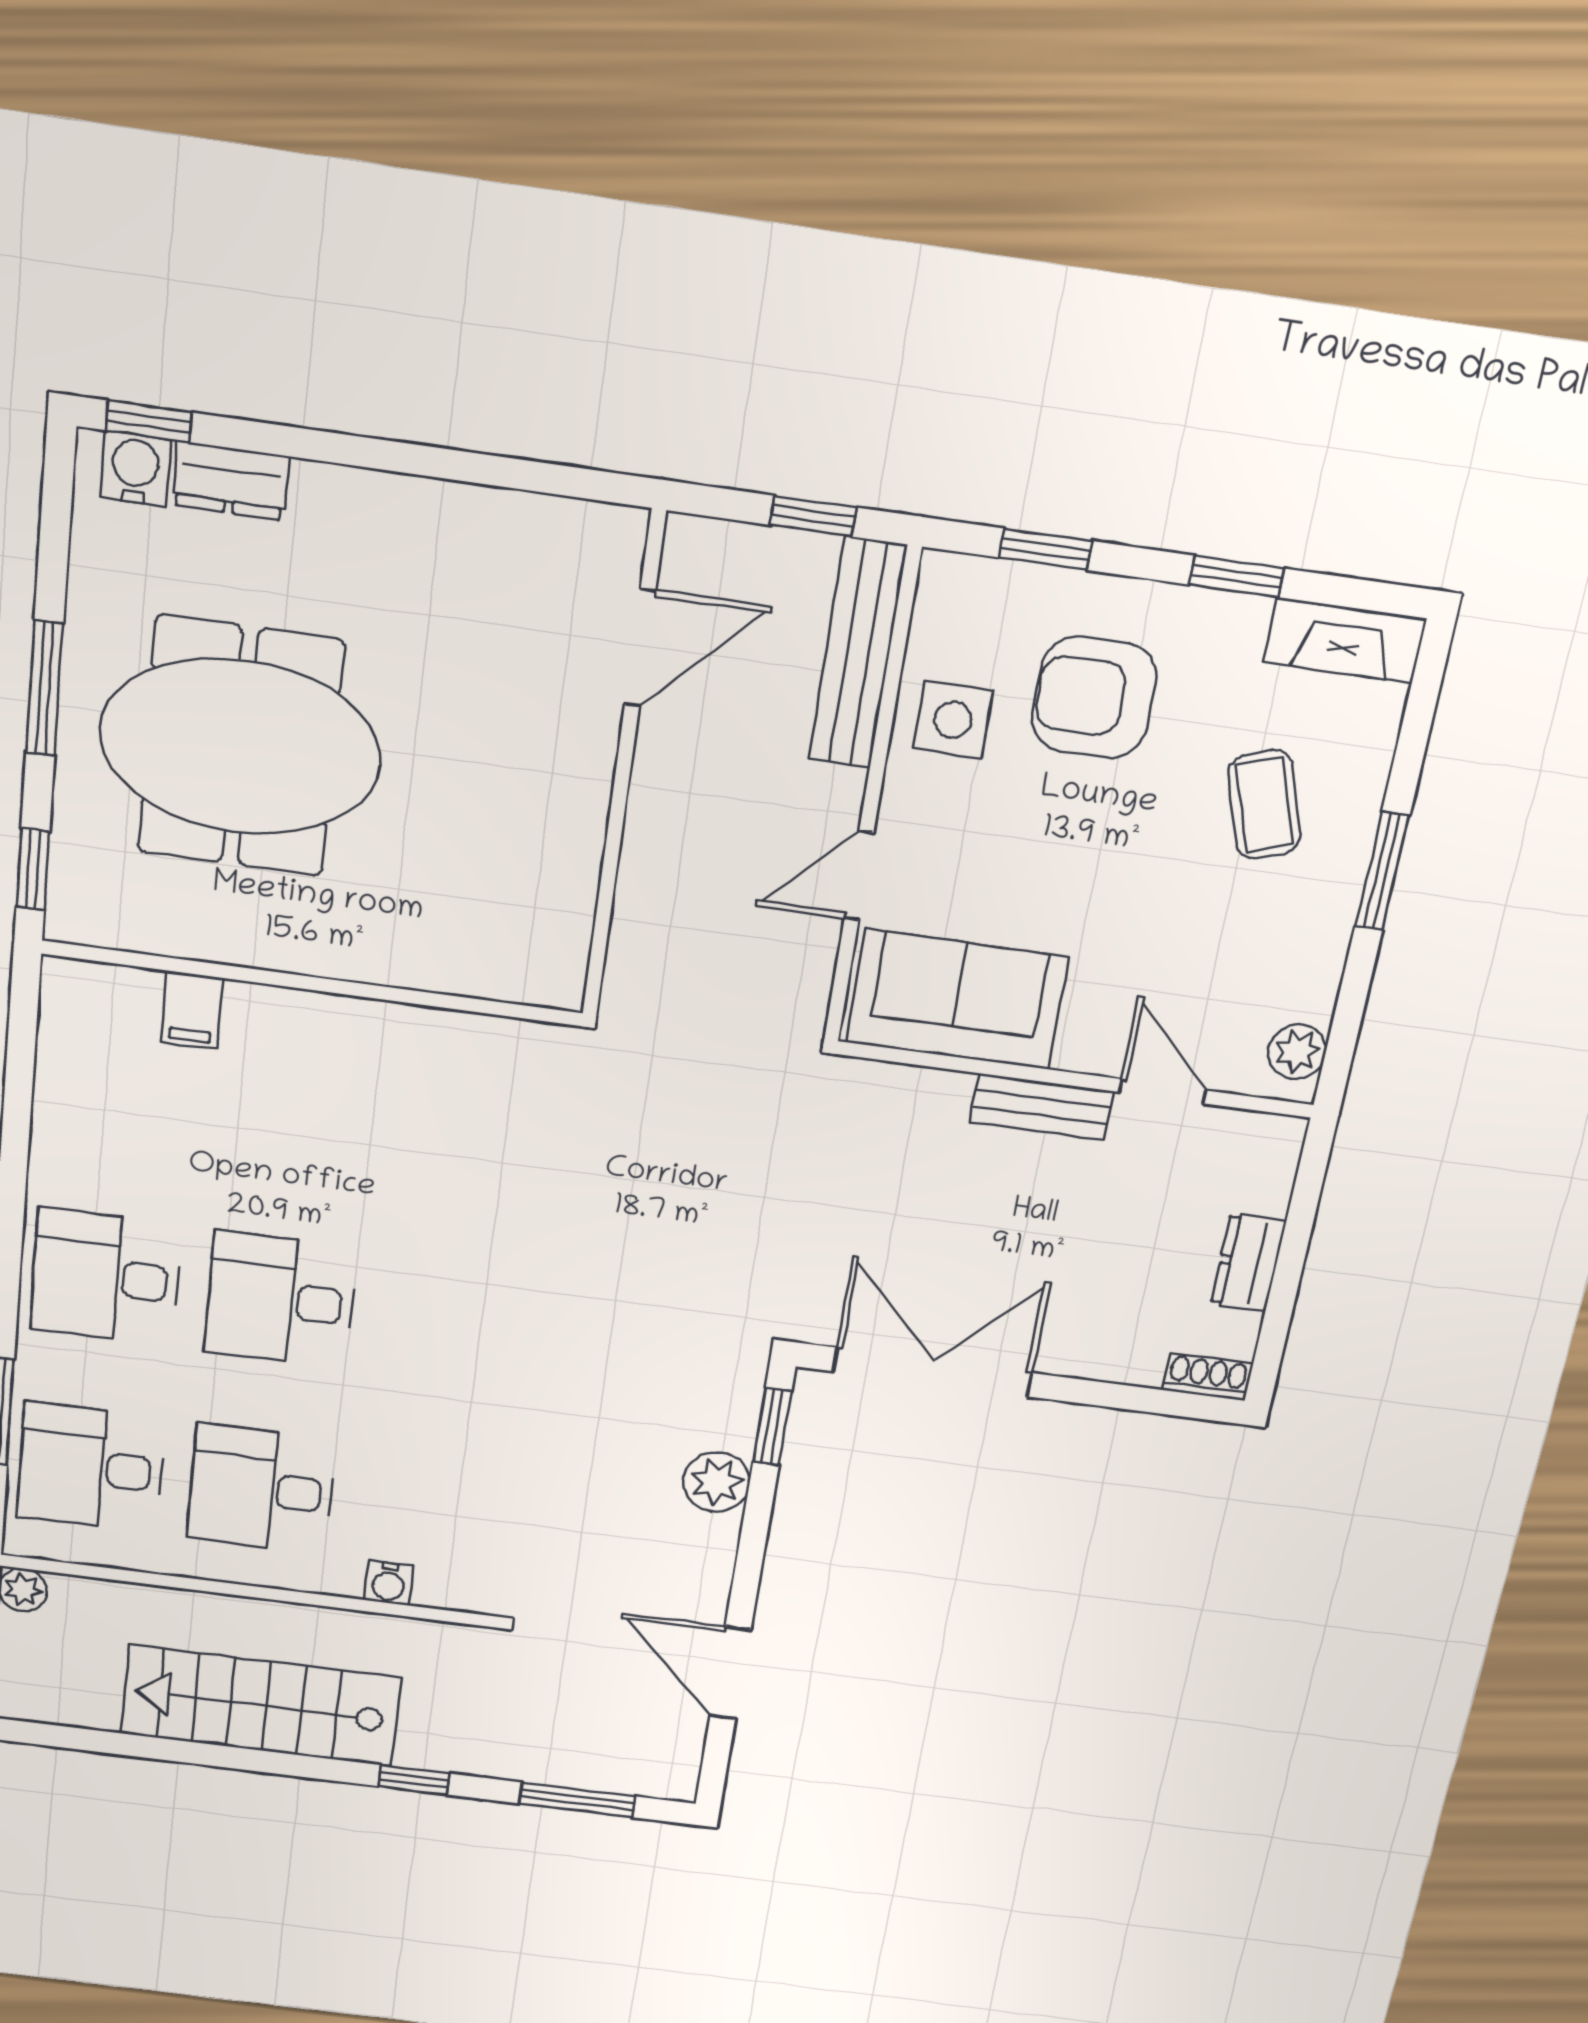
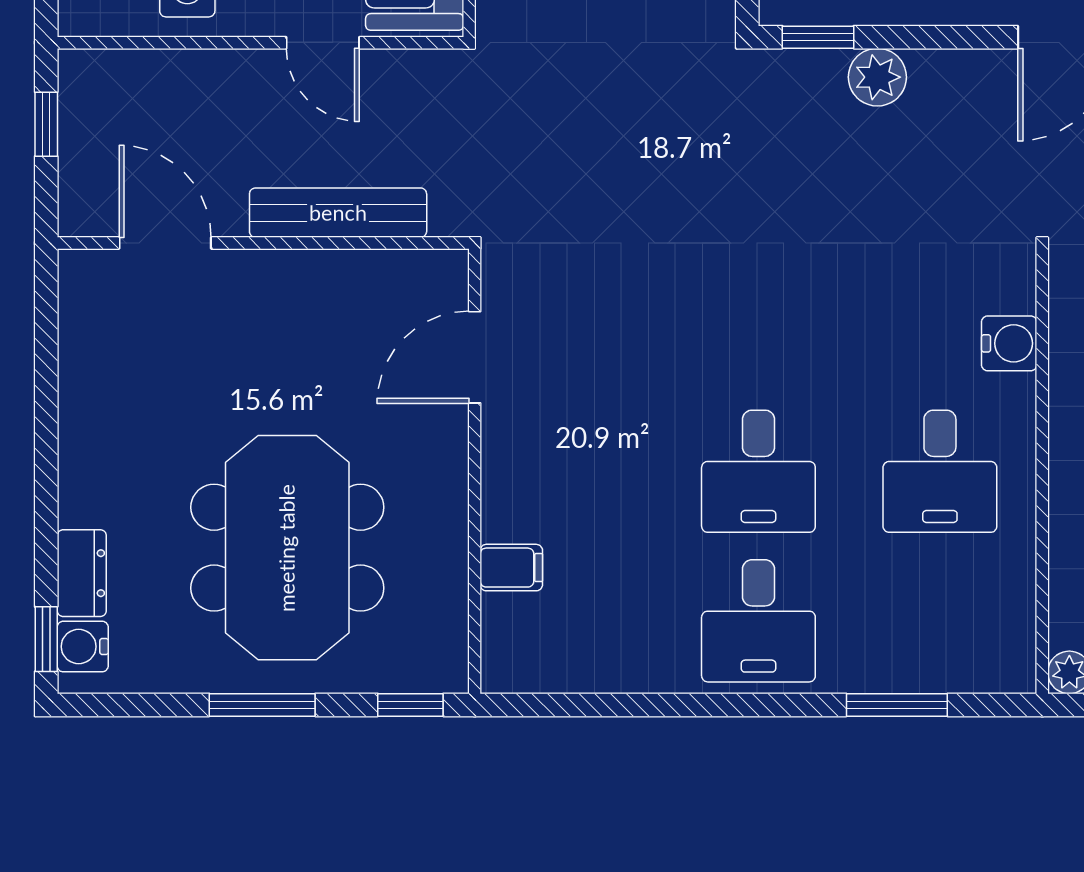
bench: (858, 653) -> (338, 213), moved
door: (451, 1002) -> (475, 357), added
desk: (91, 1467) -> (940, 621), removed
water cooler: (388, 1583) -> (1009, 343), width x1.38, depth x1.38

